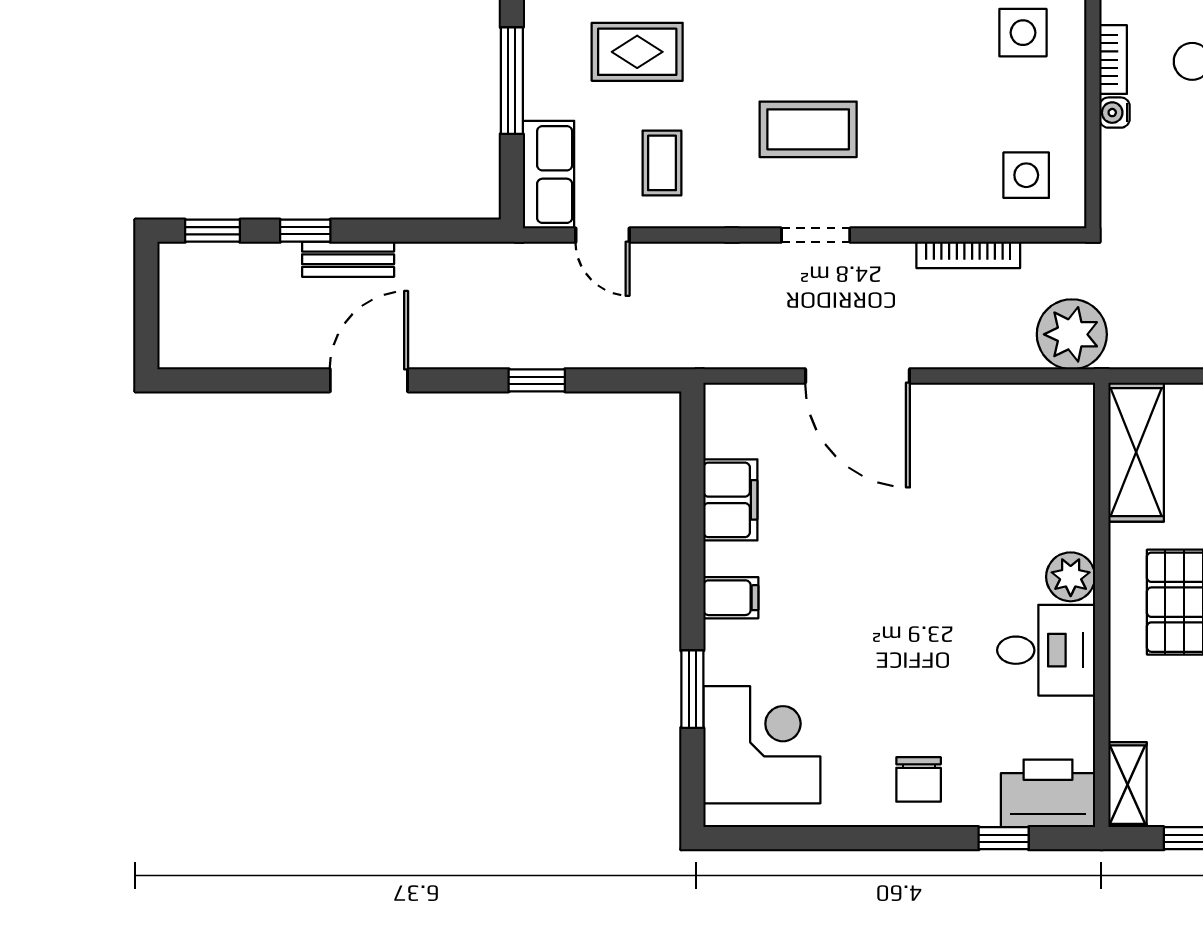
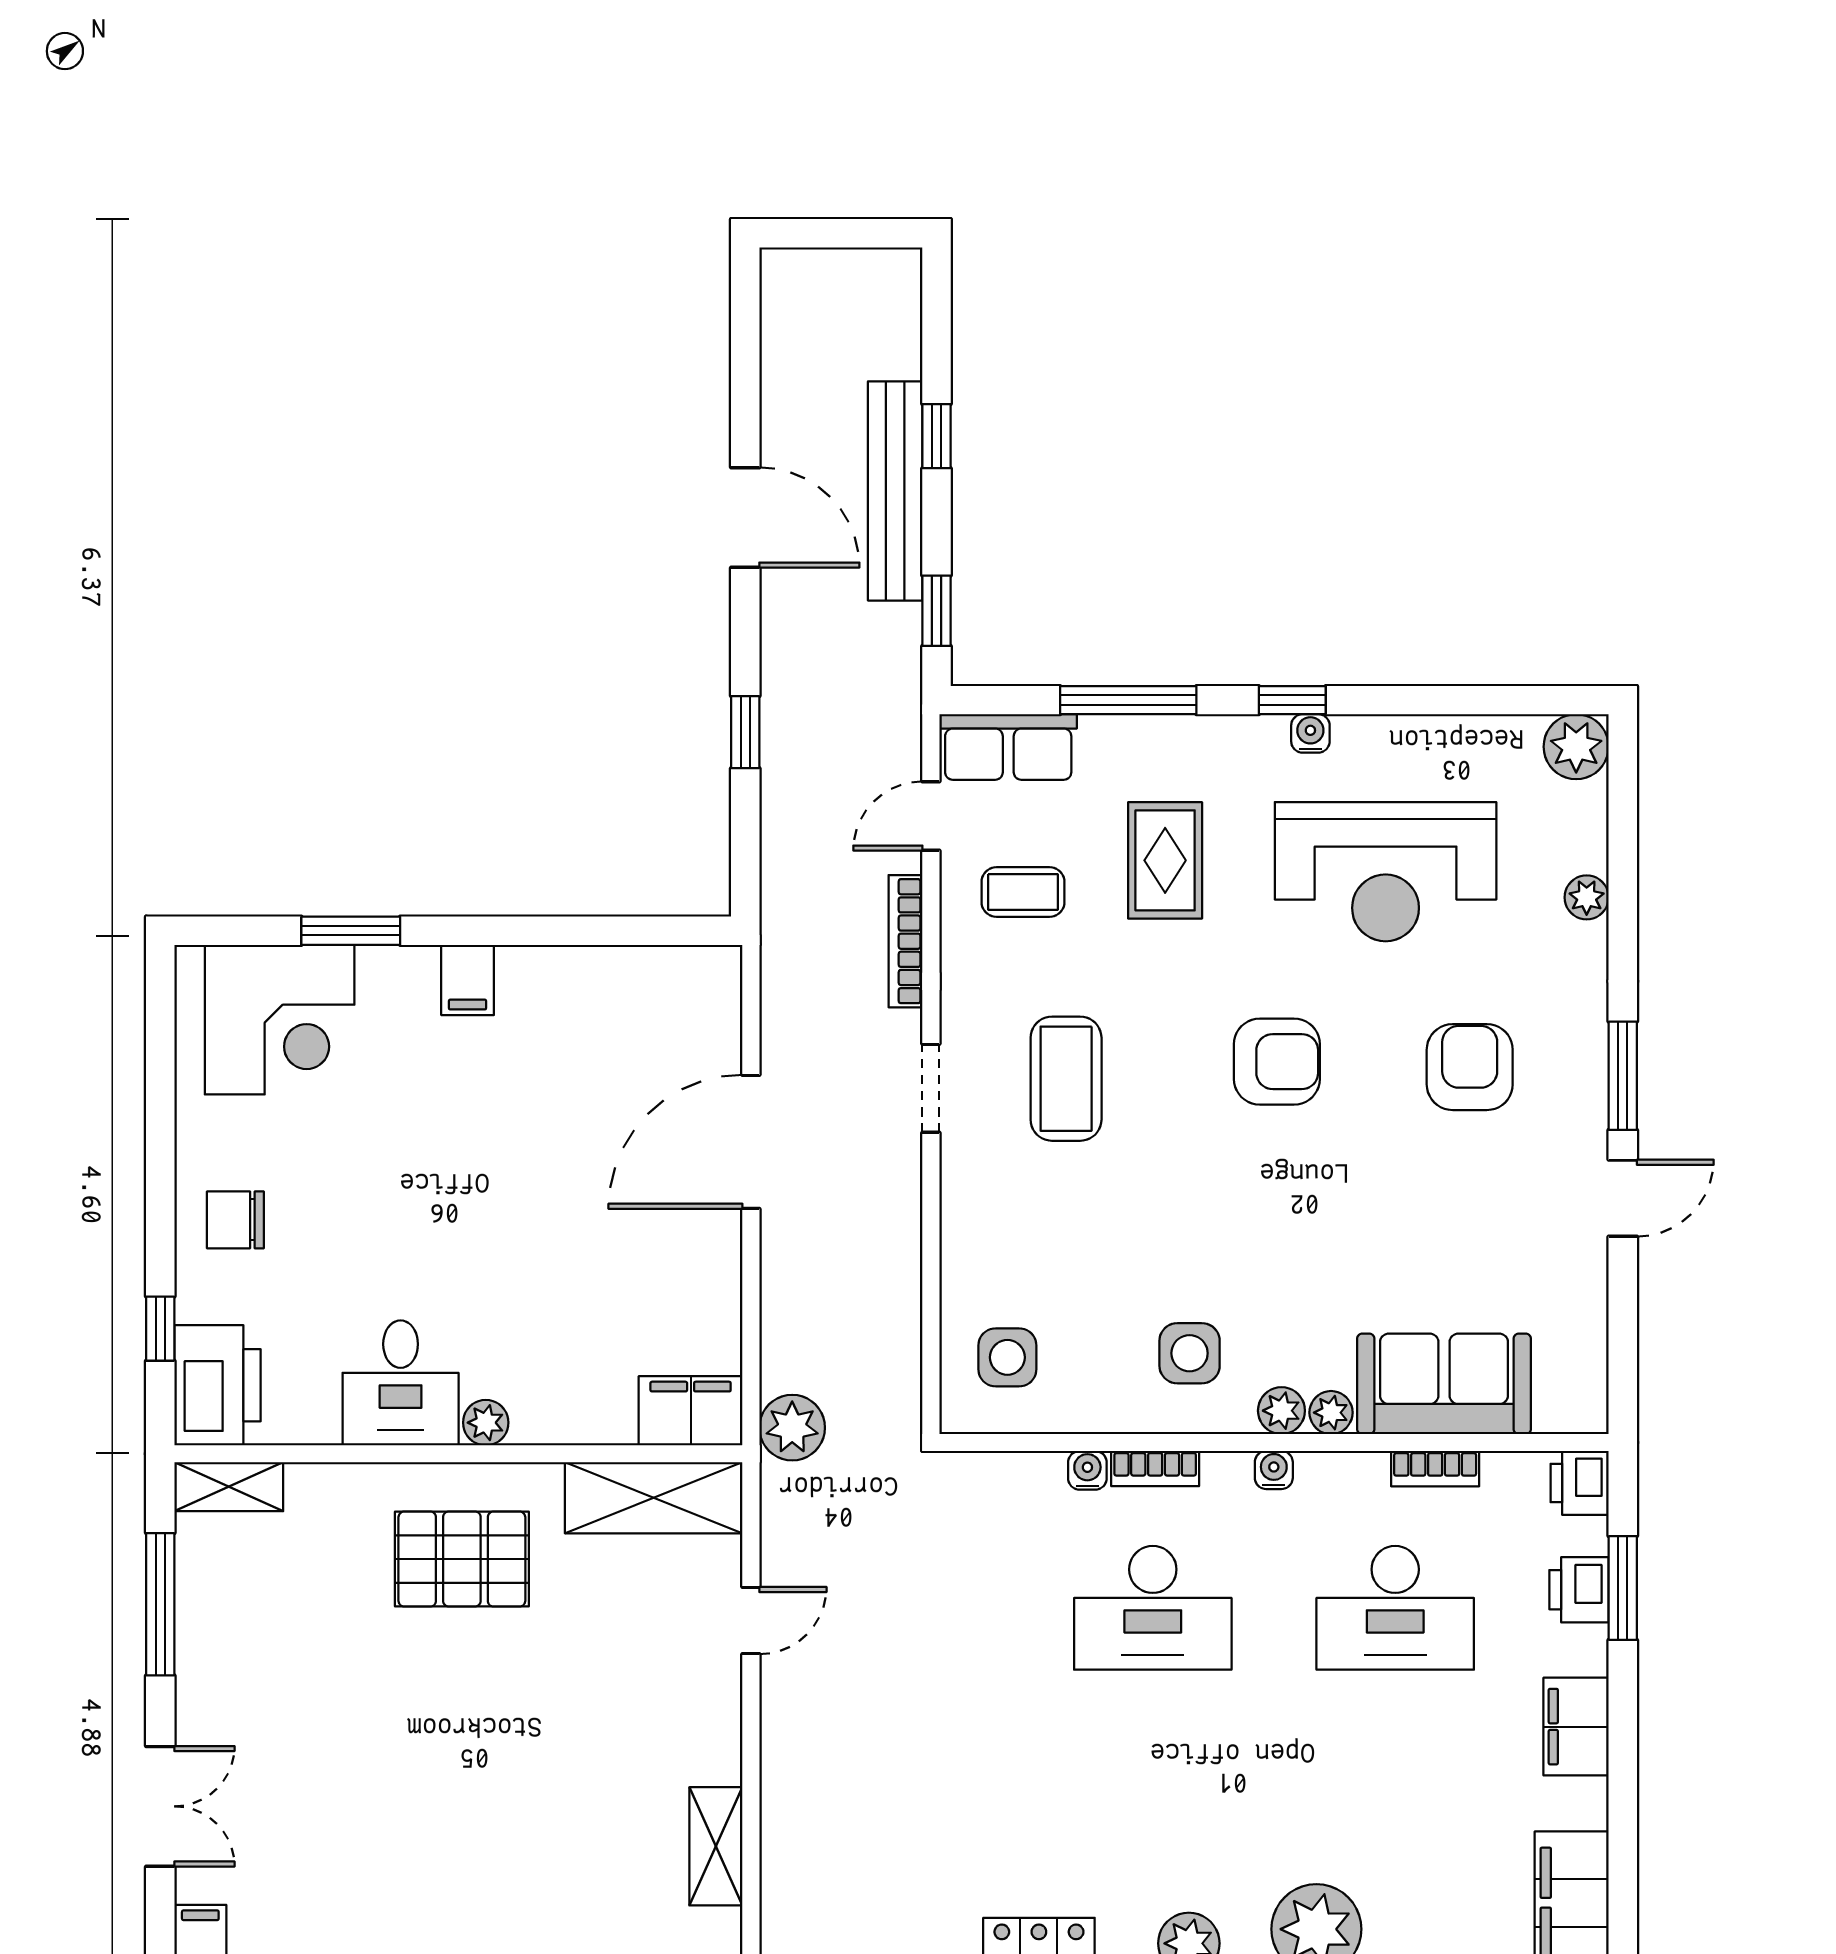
window: (213, 231) -> (937, 611), moved
bookcase: (968, 255) -> (906, 941), moved
bench: (348, 259) -> (895, 491), width x1.86, depth x1.21
plant: (1072, 334) -> (792, 1428), width x0.73, depth x0.73
filing cabinet: (730, 500) -> (691, 1411), moved, turned 180
plant: (1071, 577) -> (486, 1423), width x0.73, depth x0.73

